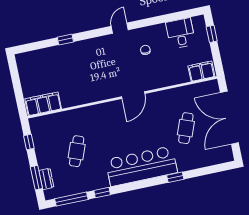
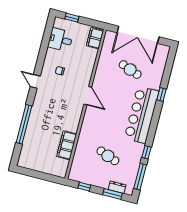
window: (65, 40) -> (24, 124), width x3.17
filing cabinet: (43, 104) -> (67, 145), moved

